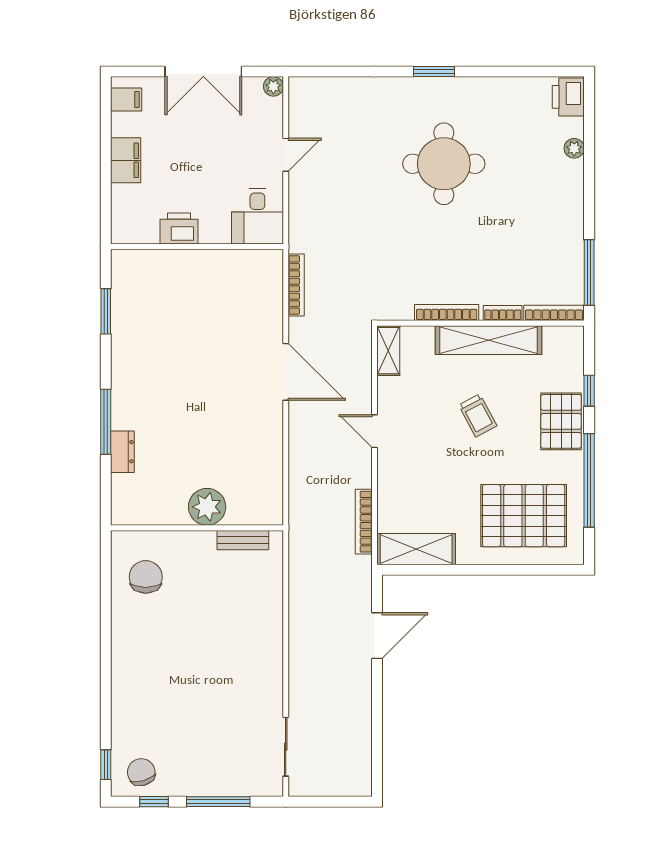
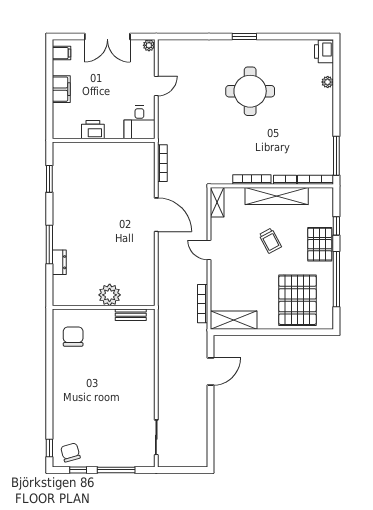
pallet: (524, 516) -> (297, 300), turned 90

